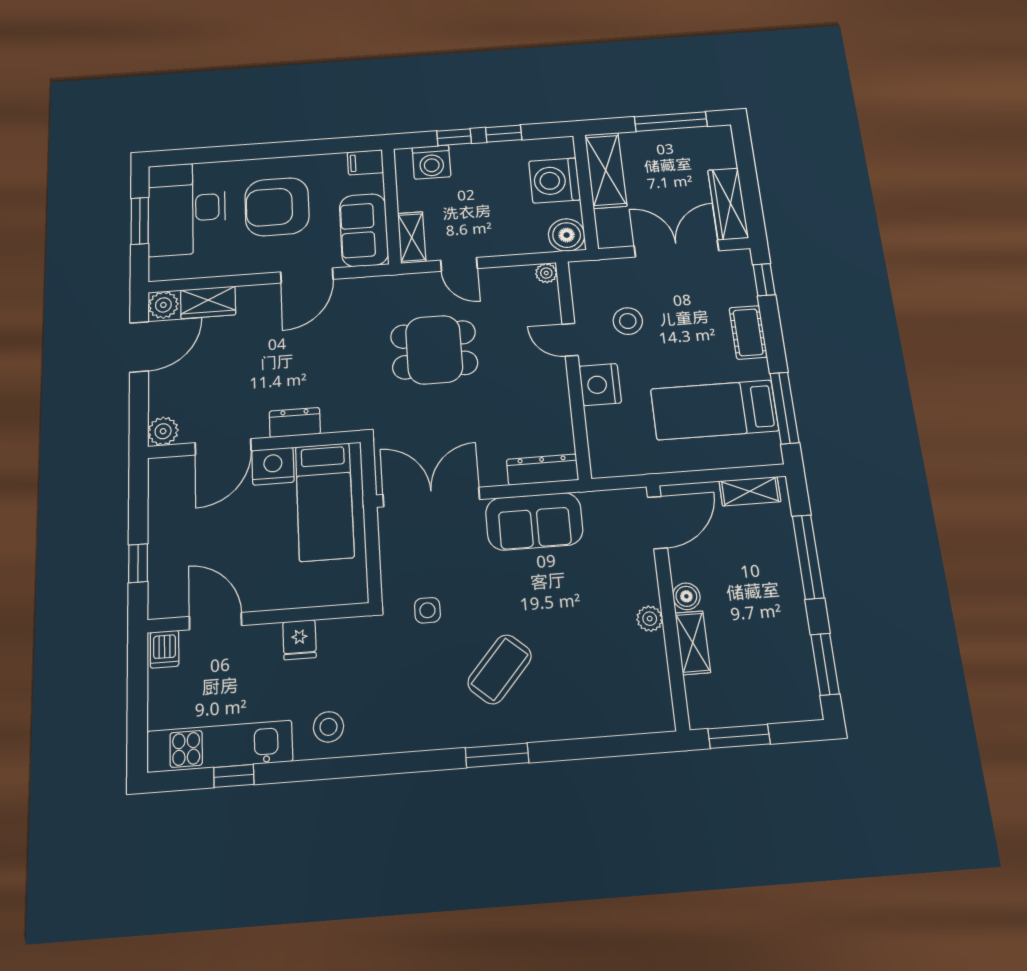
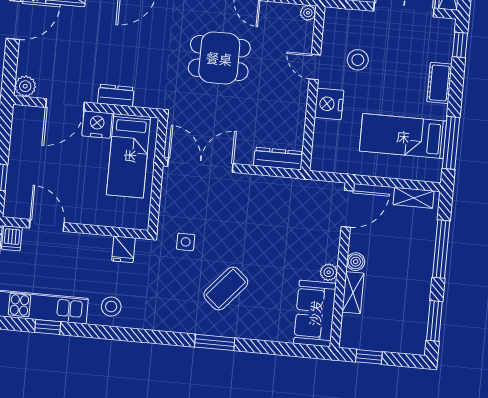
sofa: (534, 521) -> (315, 313), moved, turned 90
fridge: (299, 640) -> (123, 249), moved
window: (739, 736) -> (369, 357), width x0.67

